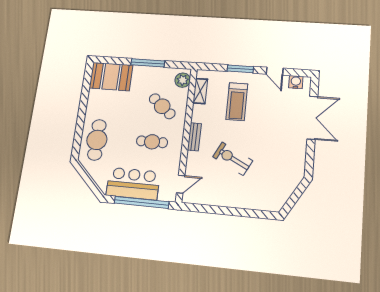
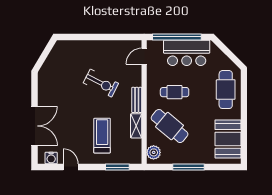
window: (240, 69) -> (117, 167), moved
booth: (111, 77) -> (228, 139), moved, turned 90
shelving: (200, 91) -> (136, 126), moved
cafe table: (162, 106) -> (170, 126), width x1.37, depth x1.35
double door: (312, 118) -> (34, 126), swing flipped

